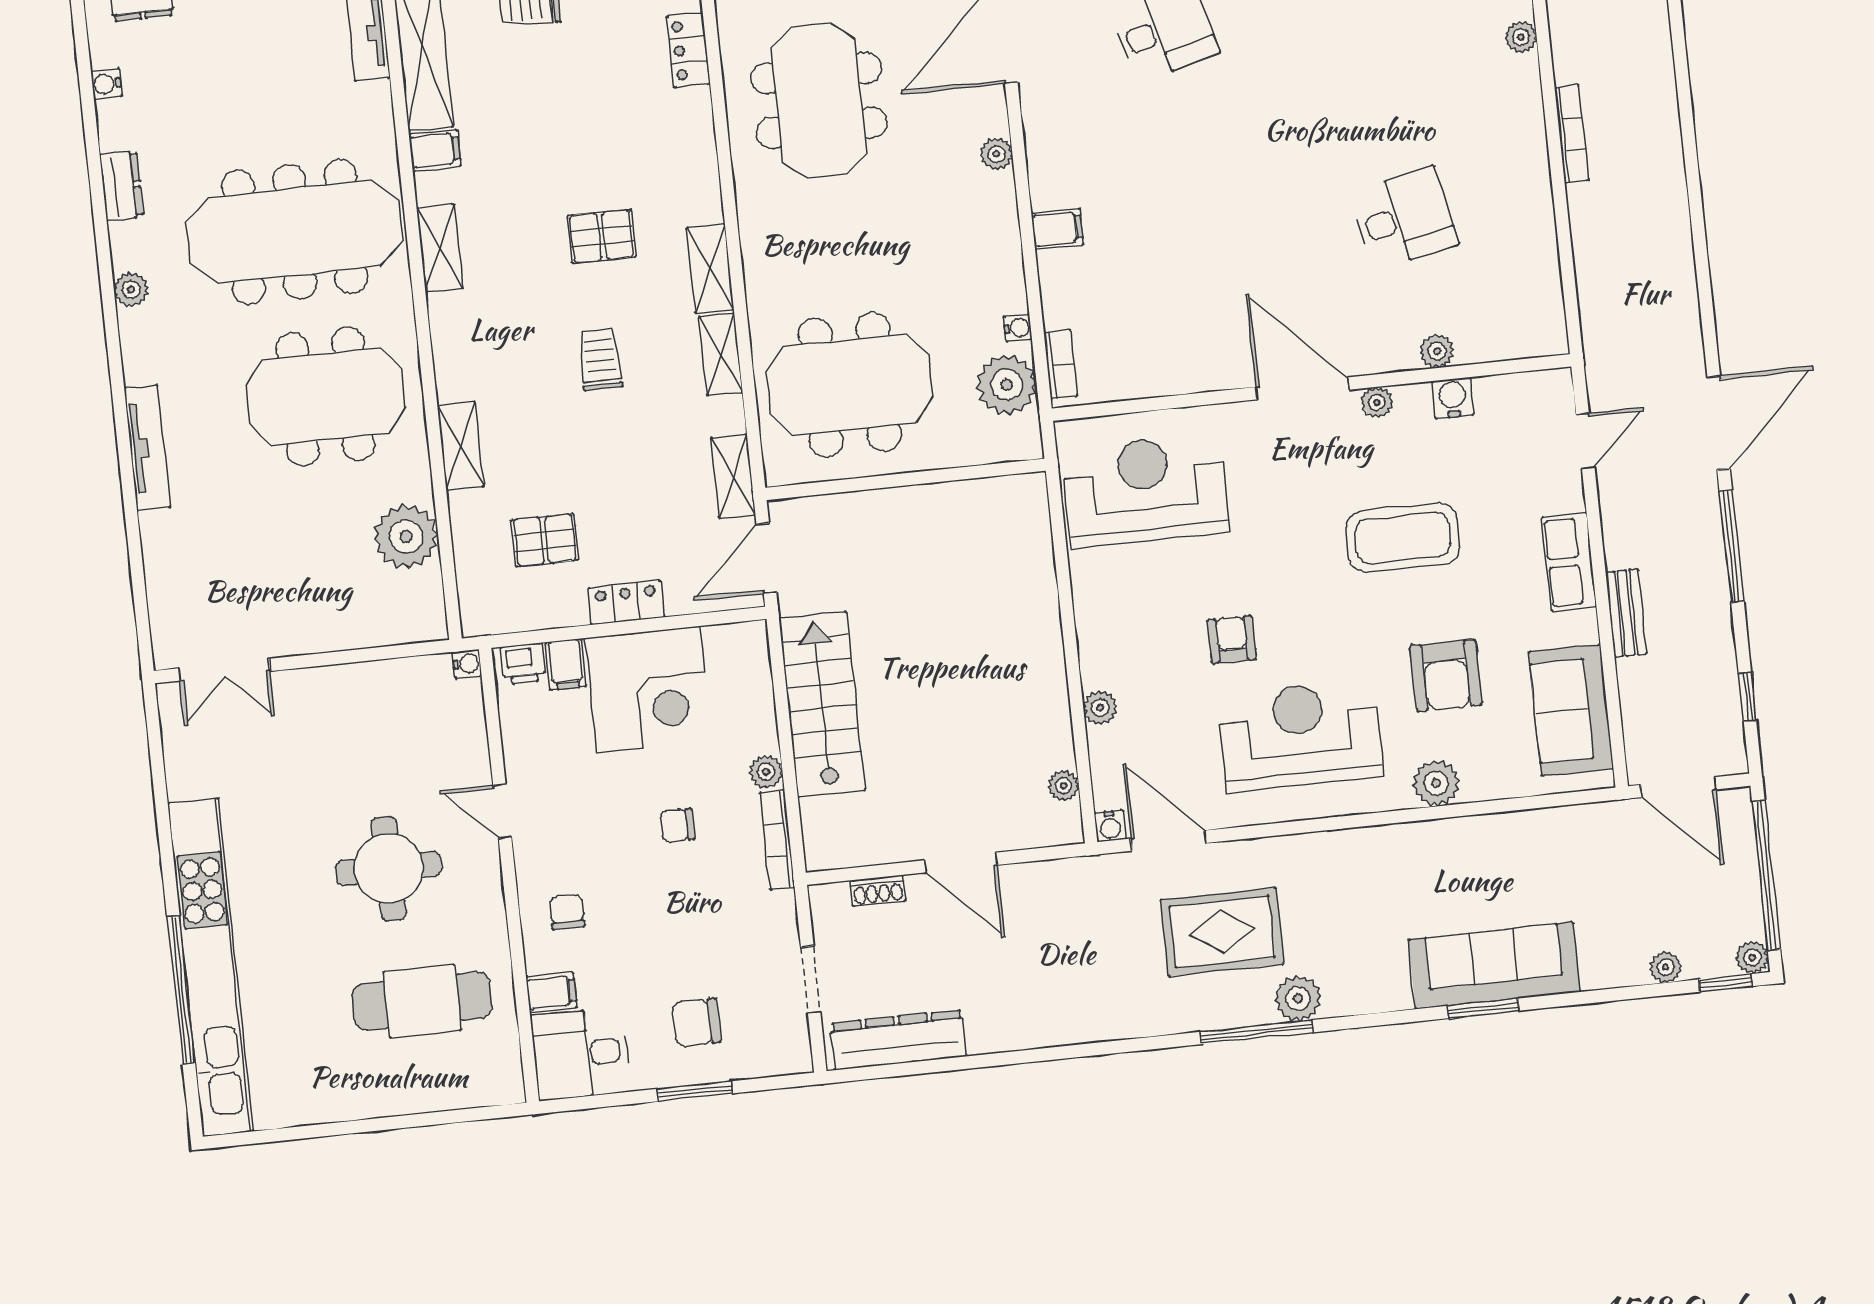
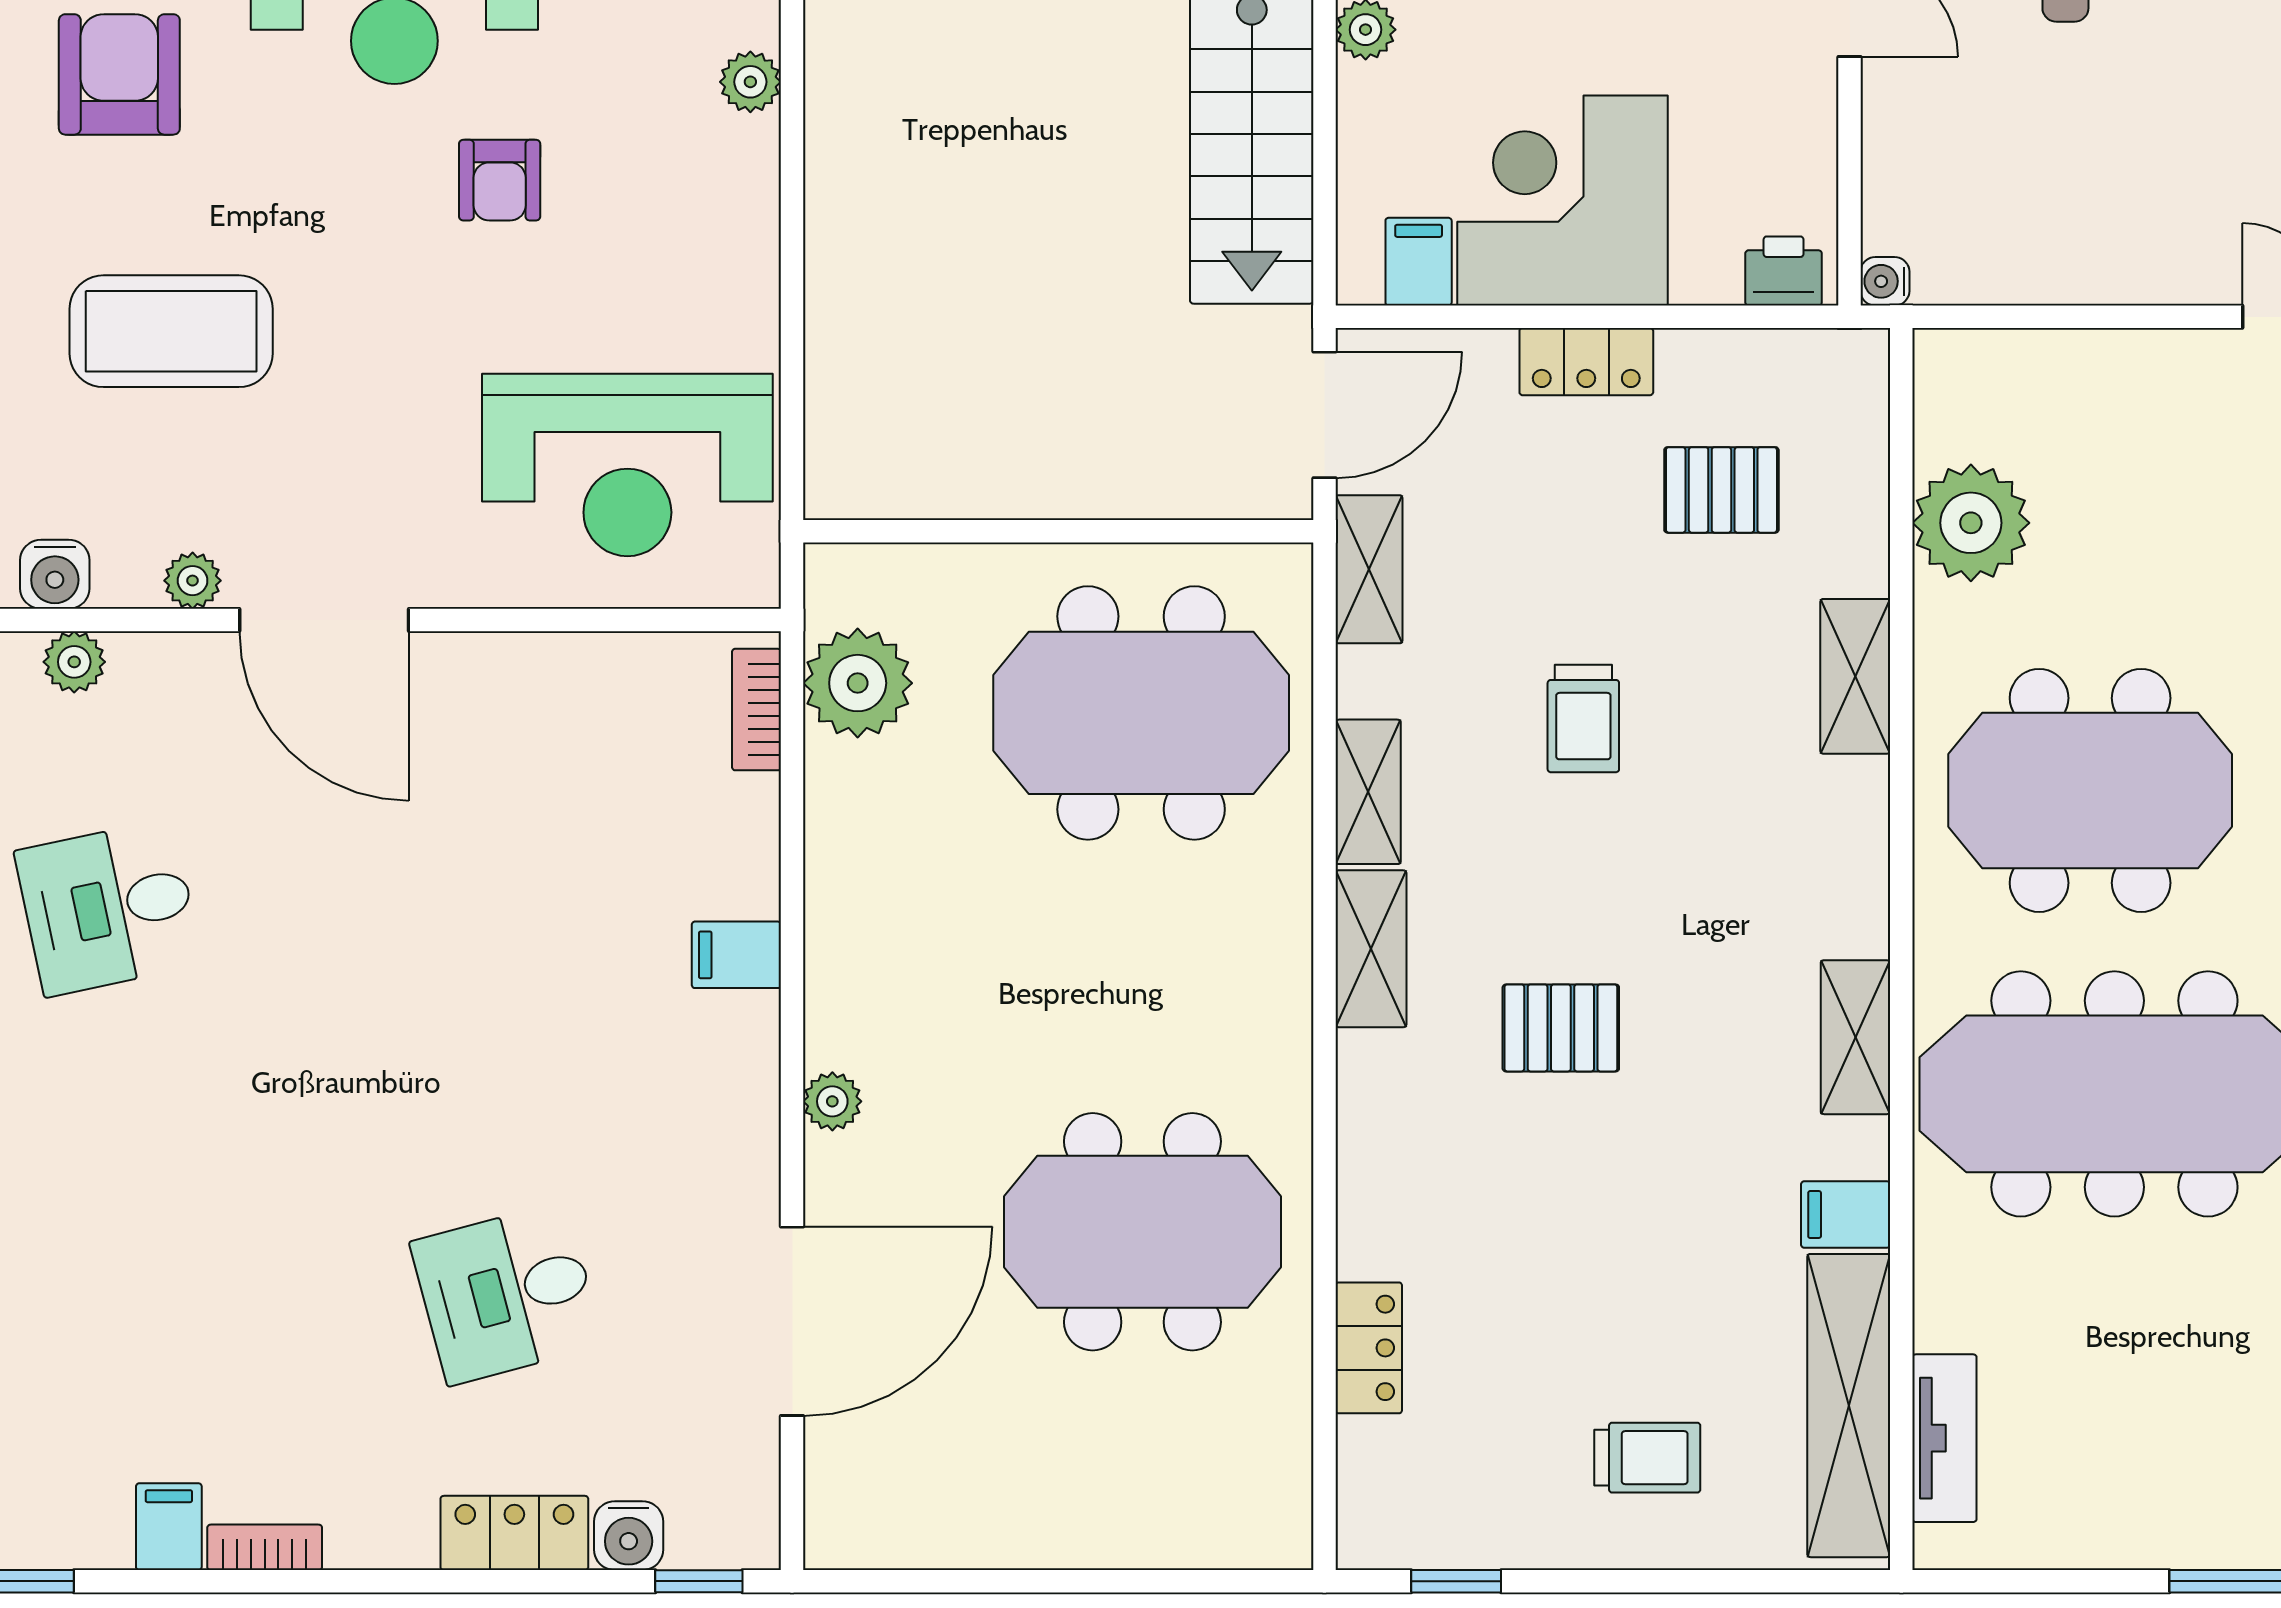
meeting table: (819, 100) -> (1142, 1232), turned 90
water cooler: (1018, 328) -> (827, 783), removed
trolley: (600, 360) -> (1583, 719), moved
filing cabinet: (566, 664) -> (1419, 262), moved

